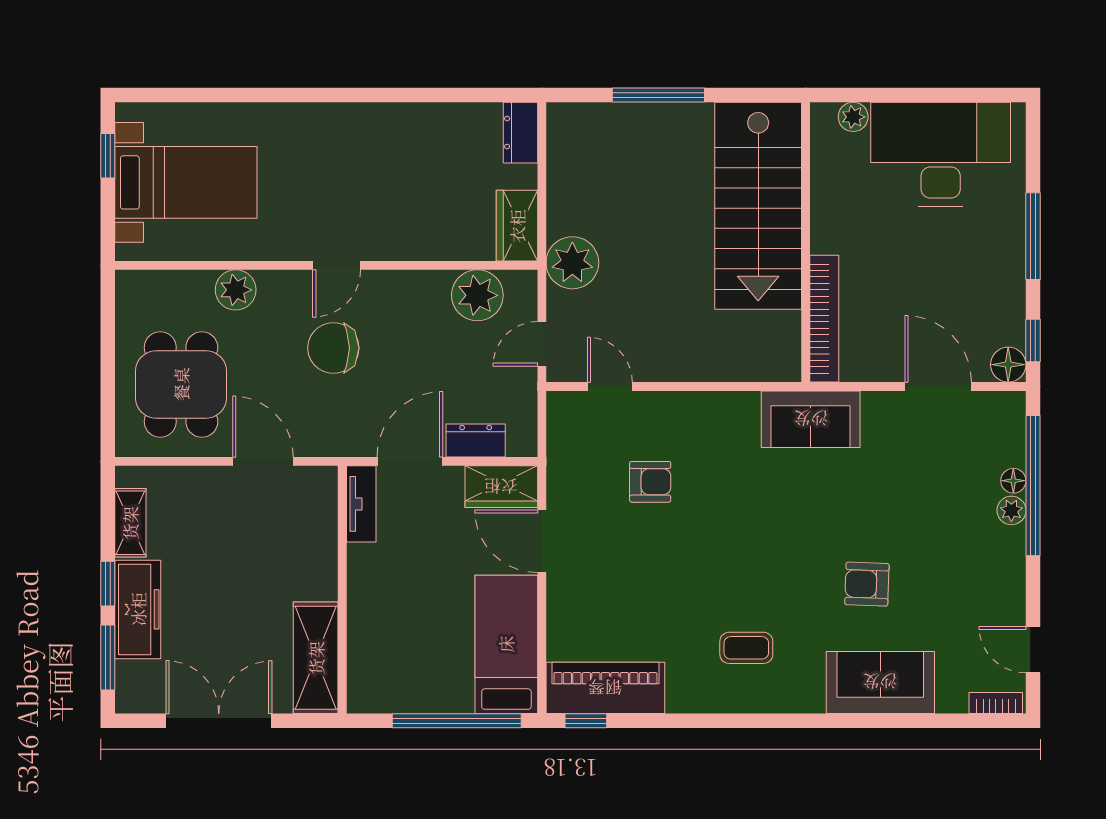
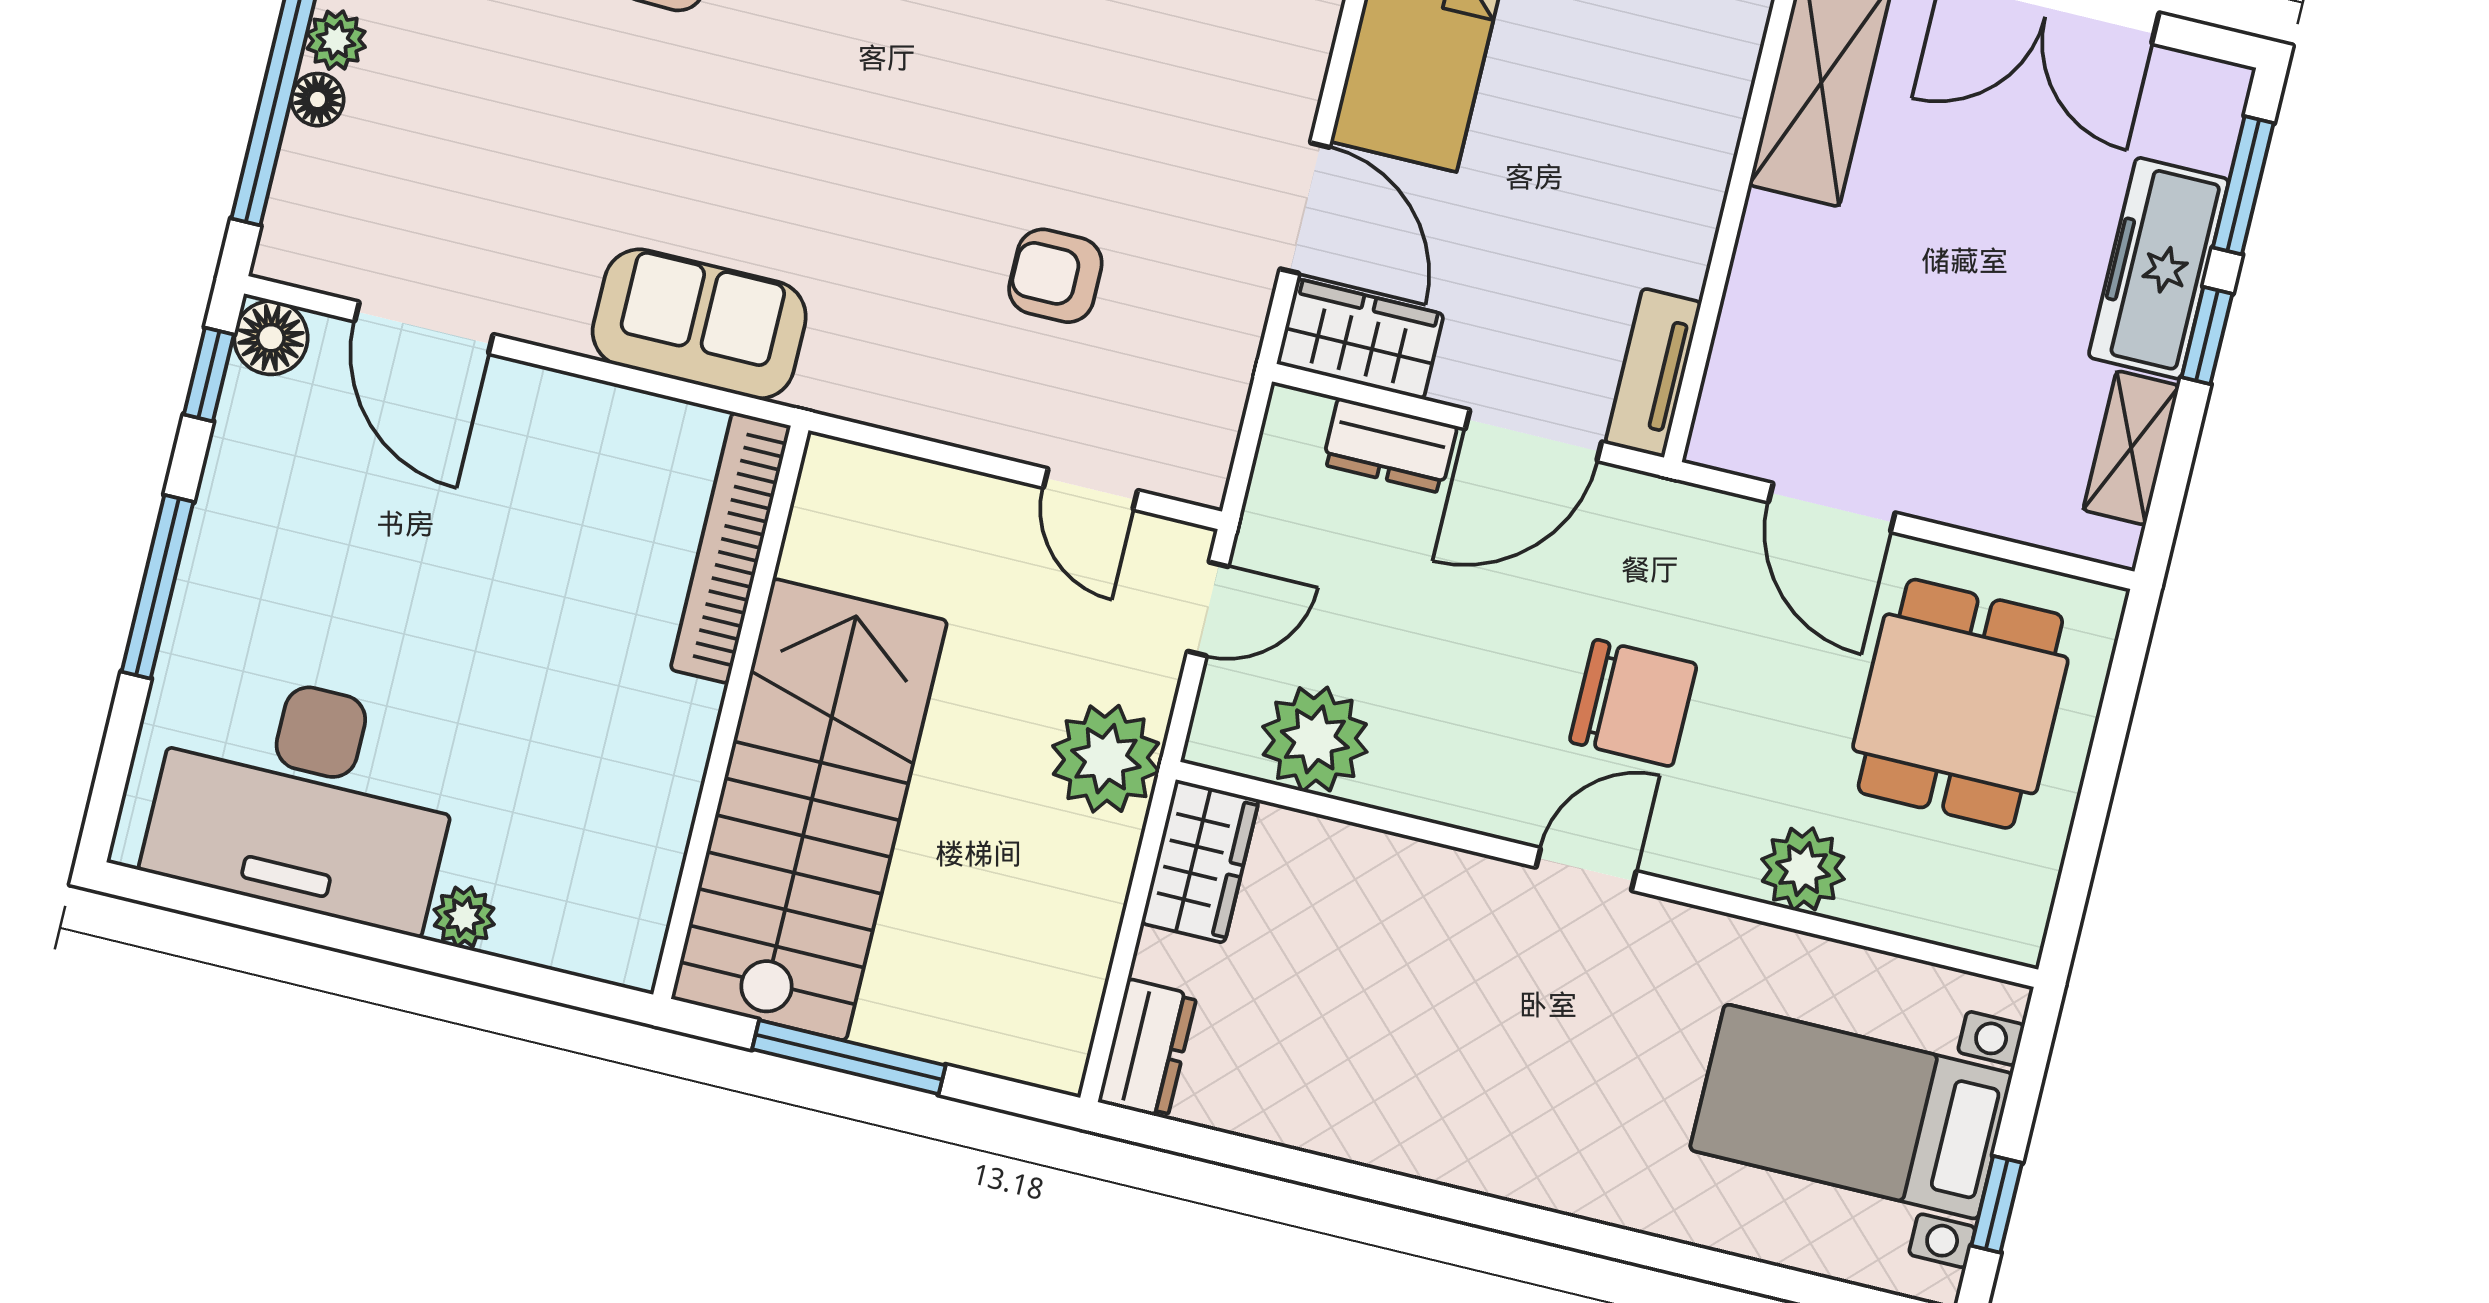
stairs: (758, 206) -> (809, 810), moved
wall: (806, 242) -> (731, 712), moved
bookcase: (824, 319) -> (730, 548), moved

